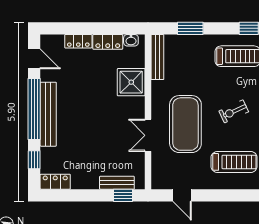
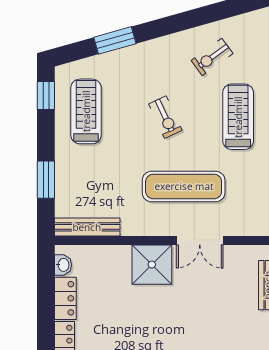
shower: (131, 82) -> (152, 265), moved
exercise mat: (185, 124) -> (184, 186), width x0.68

